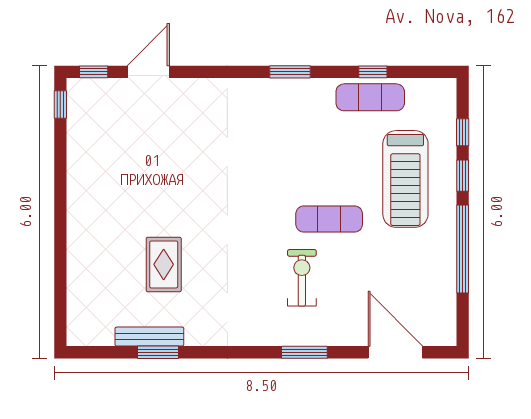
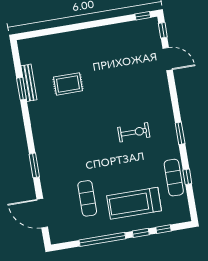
exercise mat: (329, 219) -> (87, 198), moved
exercise bike: (302, 278) -> (134, 132), moved
door: (395, 352) -> (42, 213), swing flipped

